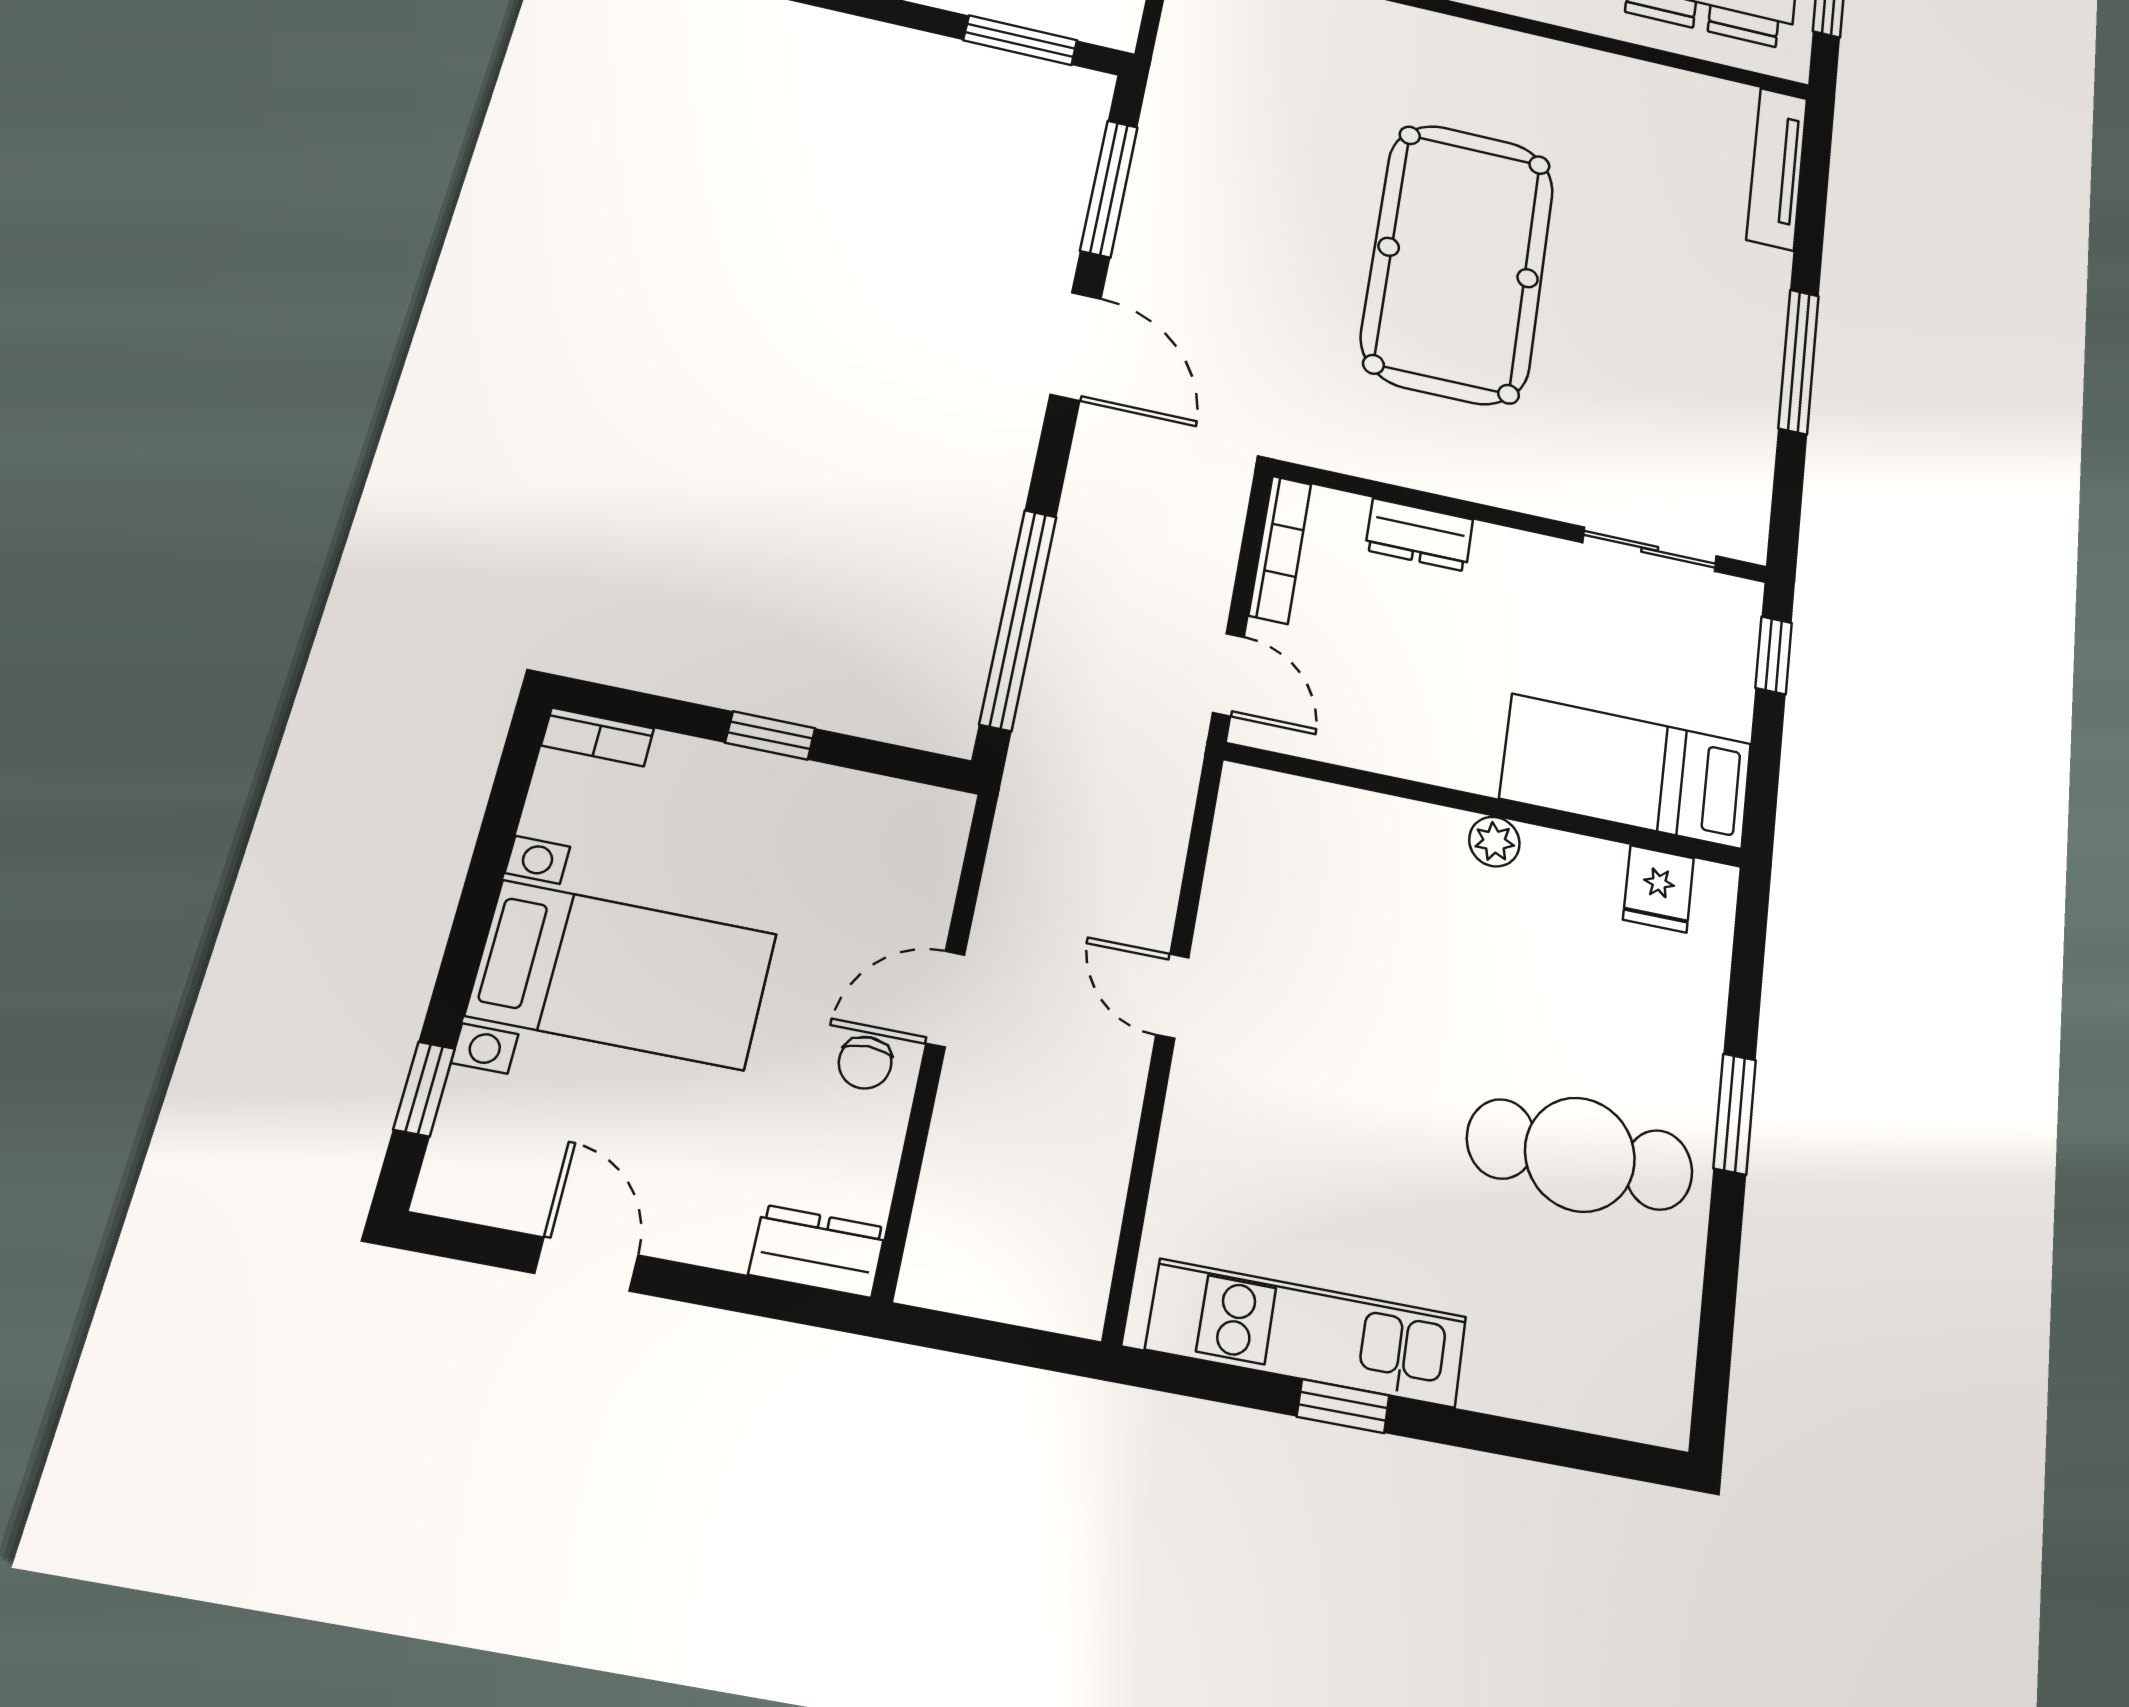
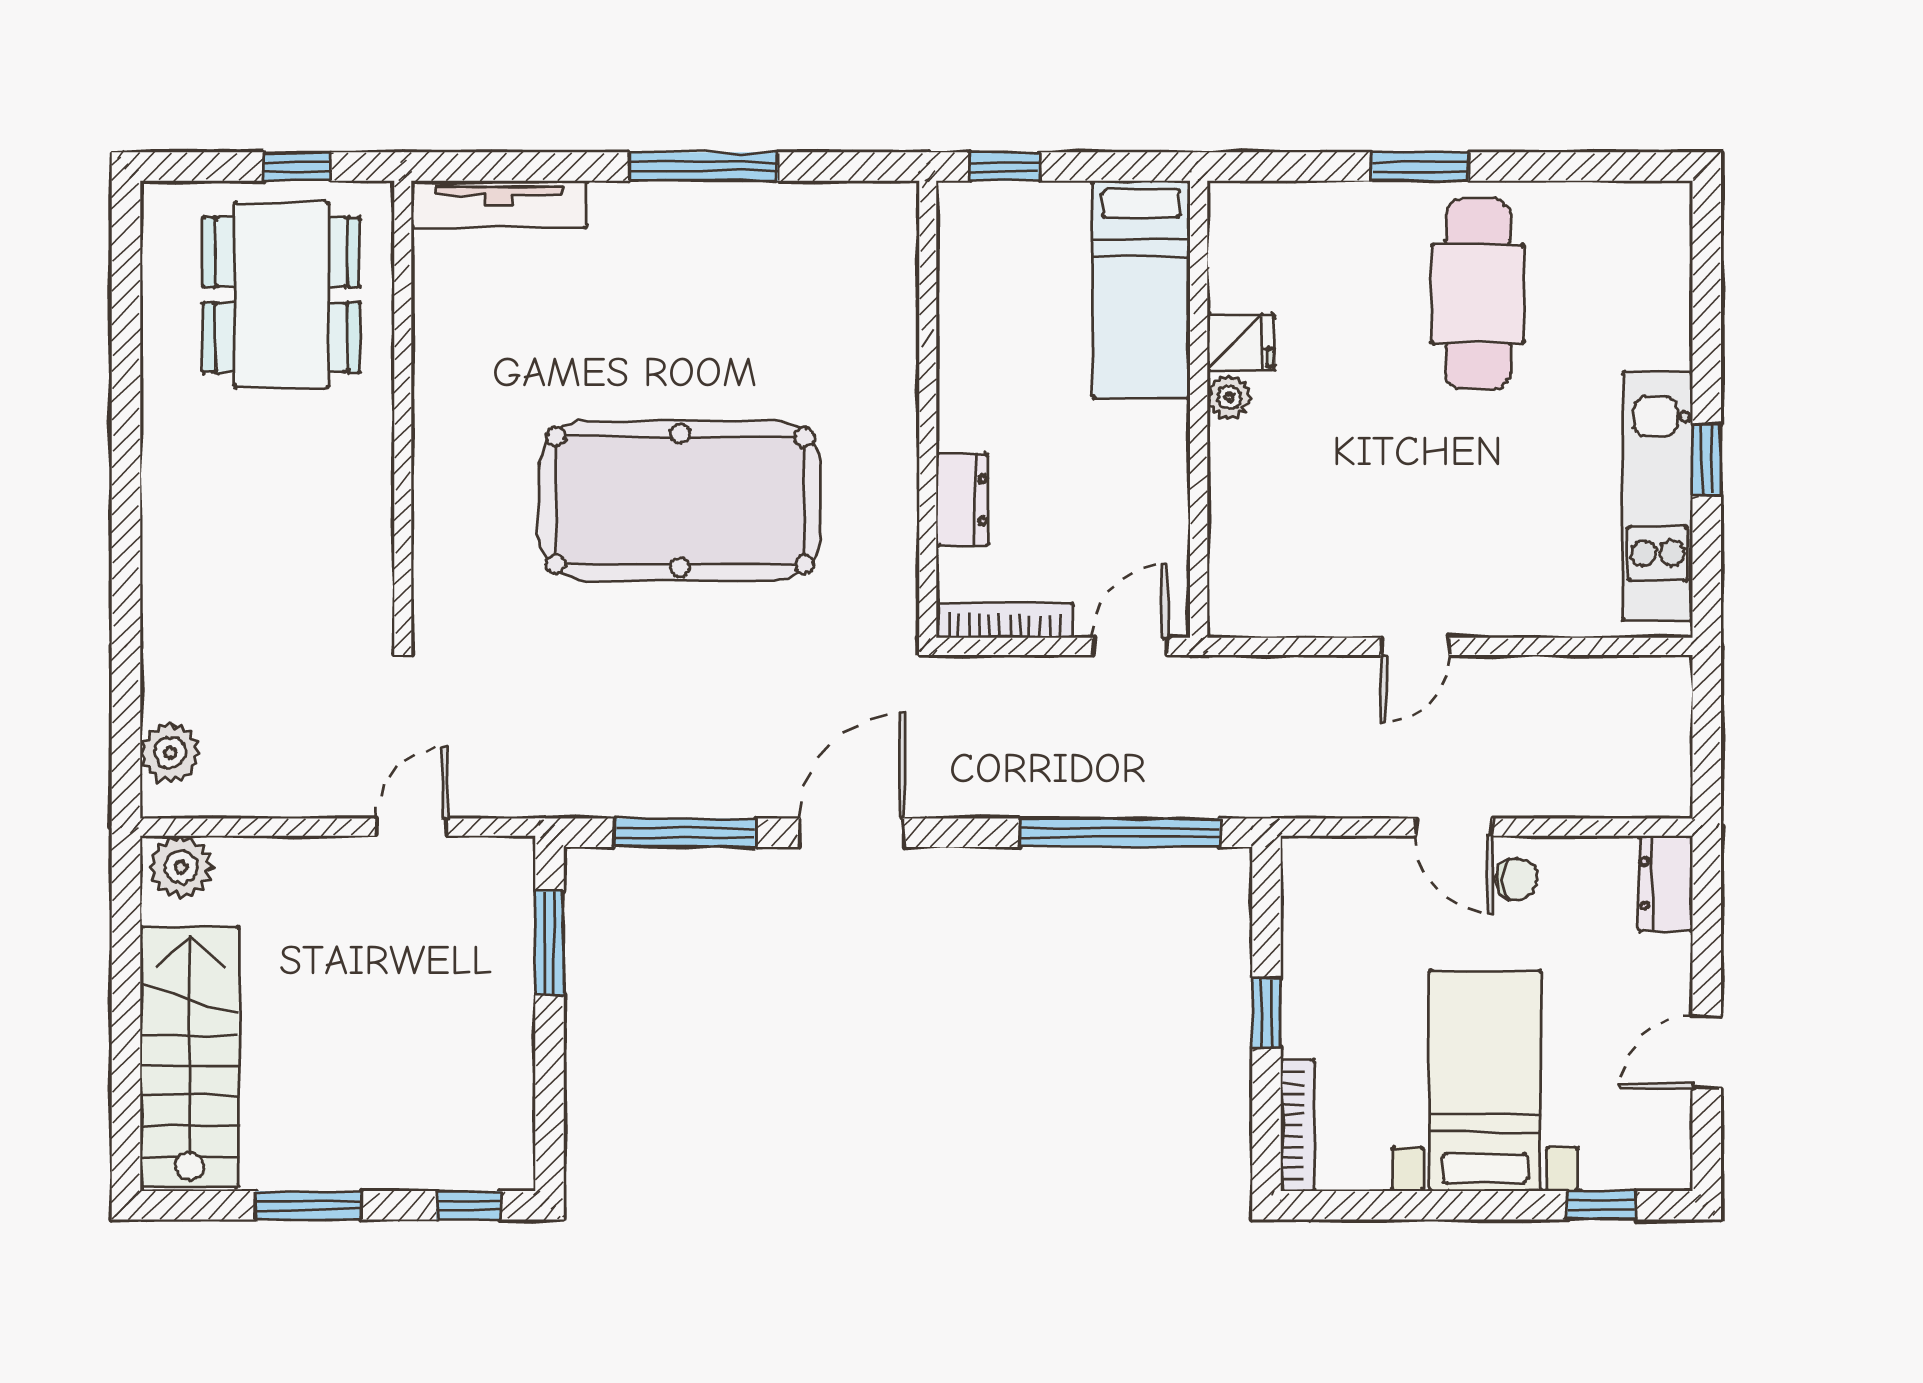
sliding door: (1650, 549) -> (928, 290), removed
bookcase: (598, 737) -> (1297, 1125), width x1.56
fridge: (1658, 889) -> (1241, 343), moved

